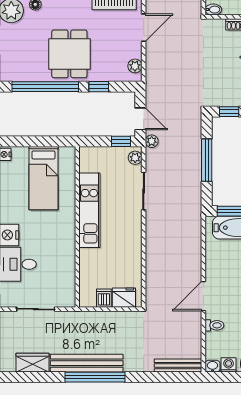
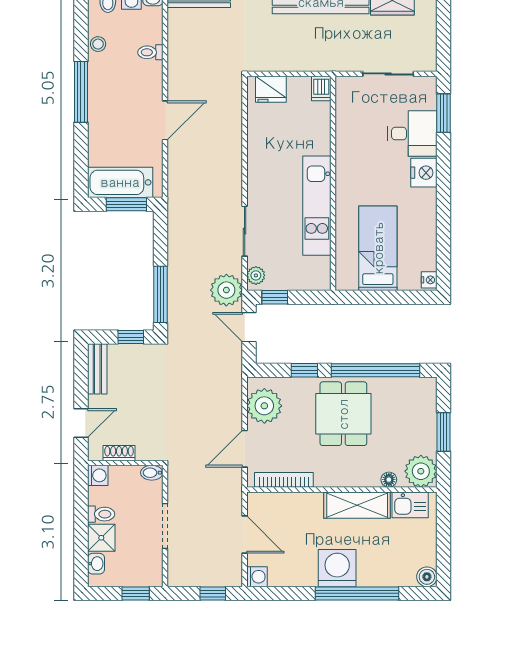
plant: (135, 66) -> (264, 406), width x1.87, depth x1.87
plant: (152, 141) -> (226, 290), width x1.88, depth x1.88
window: (207, 160) -> (161, 294), moved
door: (203, 296) -> (165, 120), moved
dishwasher: (104, 298) -> (321, 89), moved

